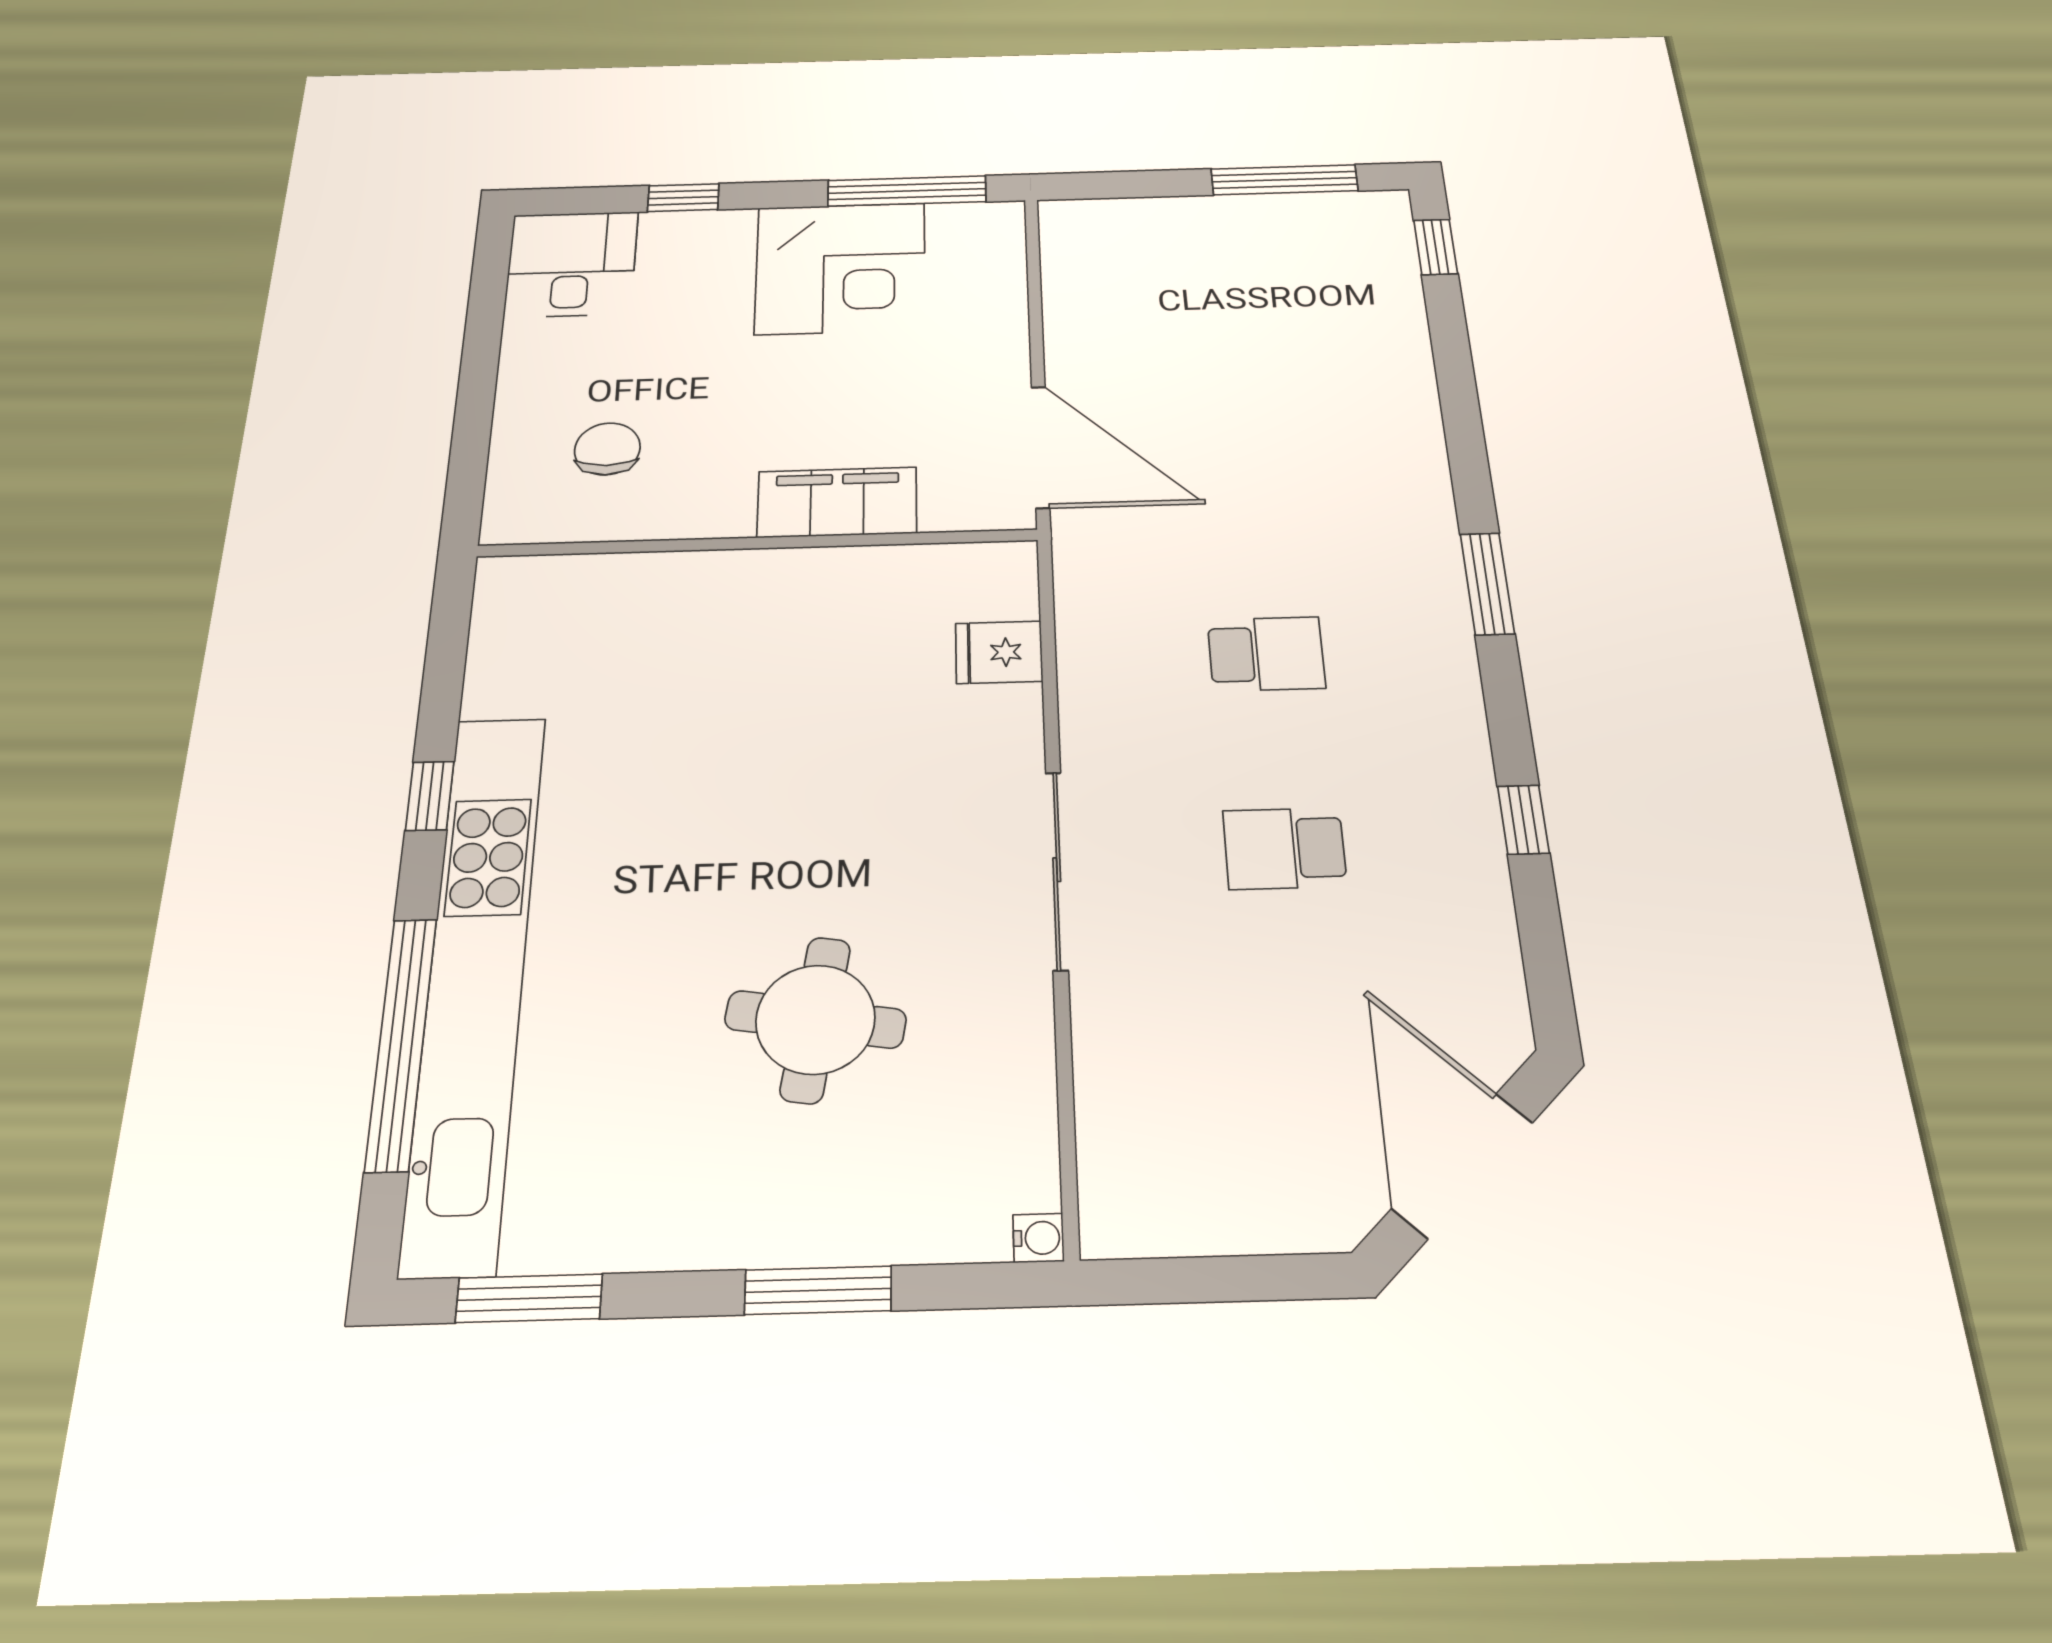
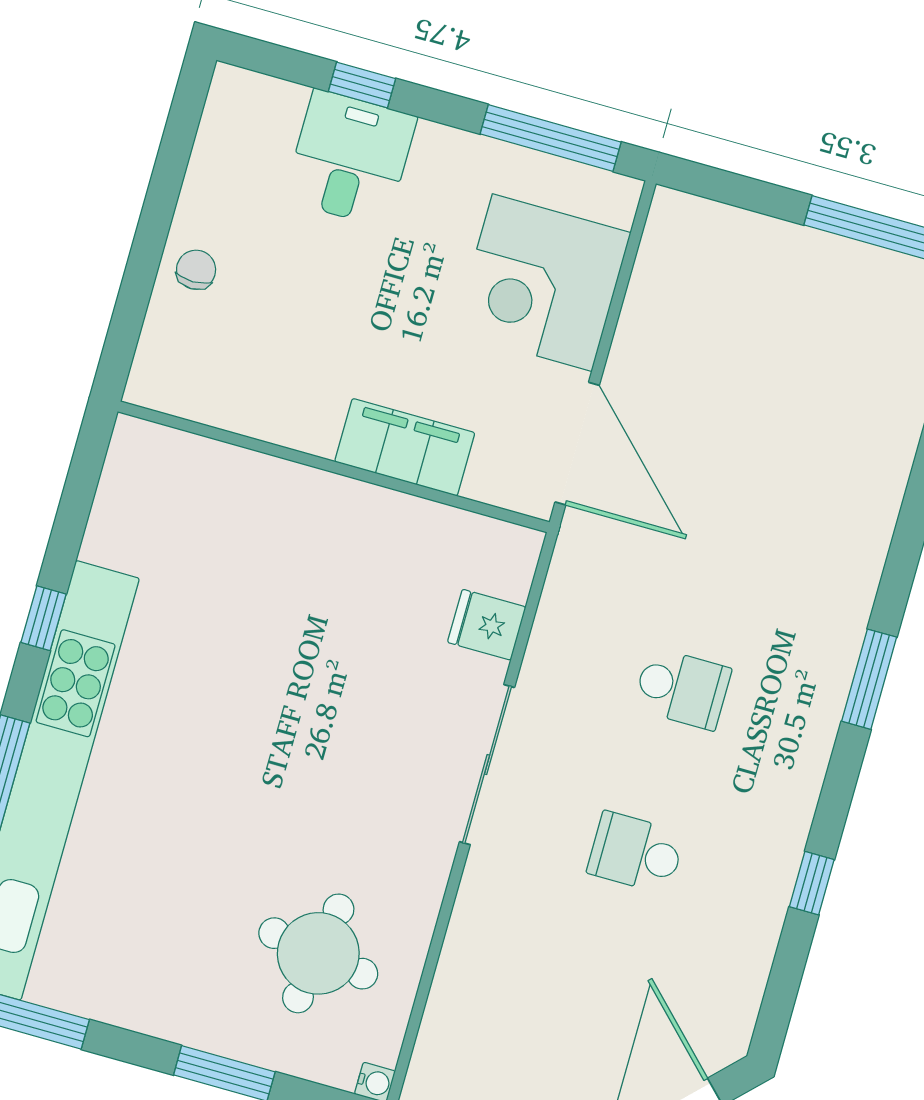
desk: (572, 264) -> (350, 158), moved
corner desk: (841, 268) -> (542, 283), moved, turned 90
chair: (607, 449) -> (196, 270), moved, width x0.73, depth x0.73
sliding door: (1057, 870) -> (487, 765), moved
round table: (815, 1019) -> (318, 953), moved

